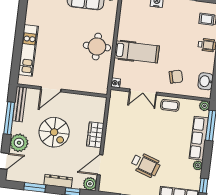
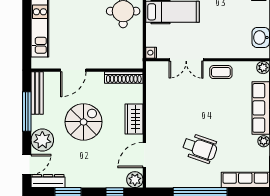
chair: (176, 77) -> (224, 36), removed
shoe rack: (91, 100) -> (124, 77), added
spiral stairs: (54, 132) -> (84, 122), turned -90
dresser: (58, 181) -> (48, 181), moved

